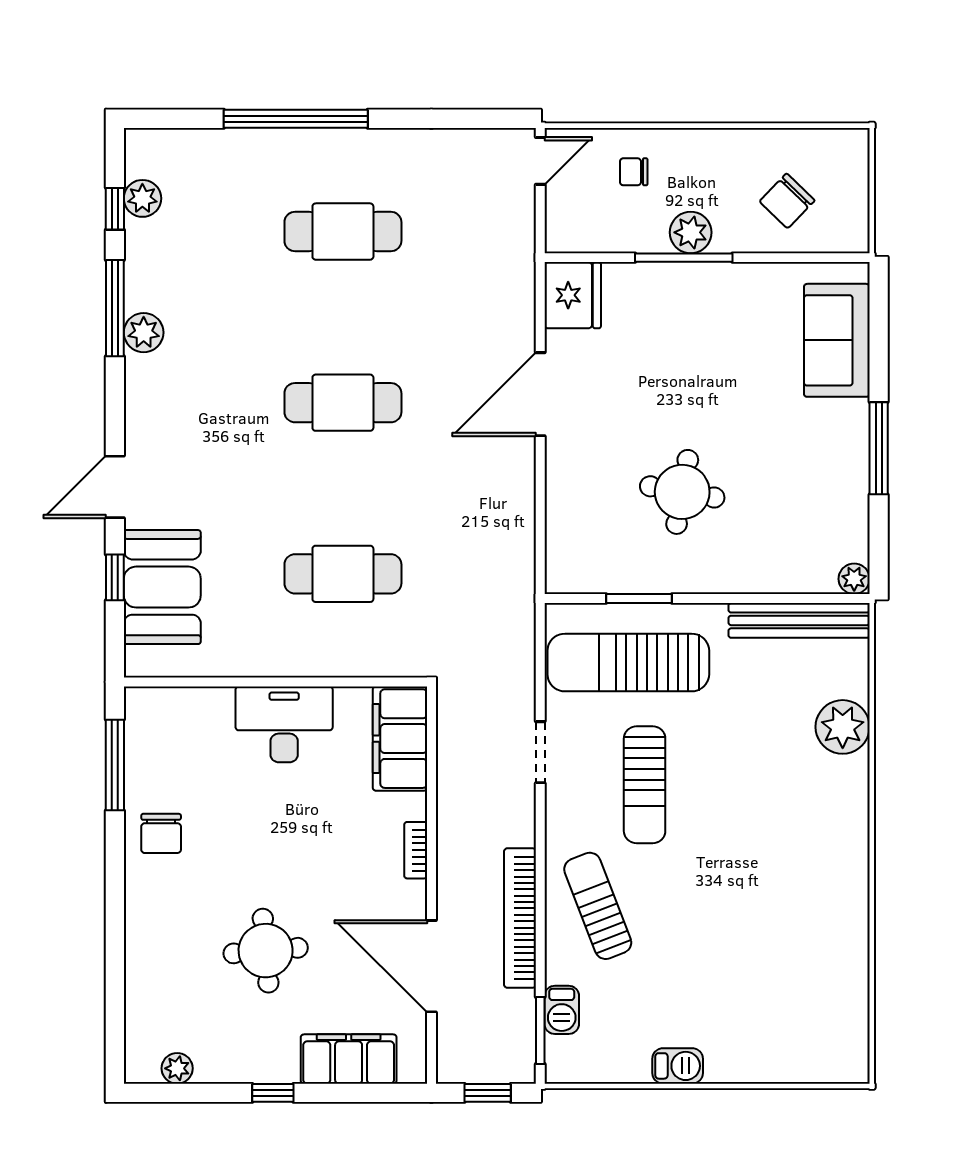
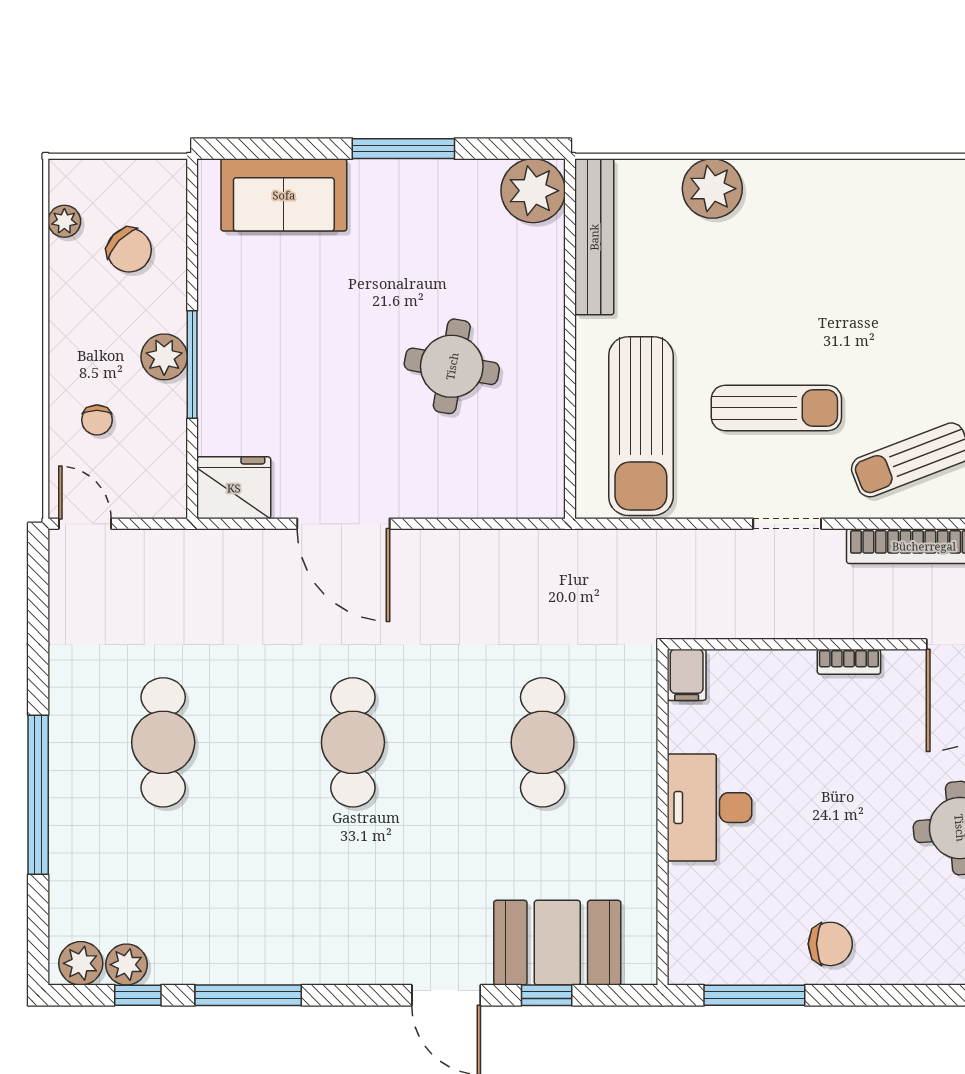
plant: (813, 142) -> (64, 221), added
plant: (144, 333) -> (81, 963), moved
plant: (854, 579) -> (533, 191), width x1.87, depth x1.87
window: (639, 599) -> (570, 414), removed
filing cabinet: (400, 739) -> (687, 675), width x0.33, depth x0.86
doorway: (540, 752) -> (787, 524), moved

